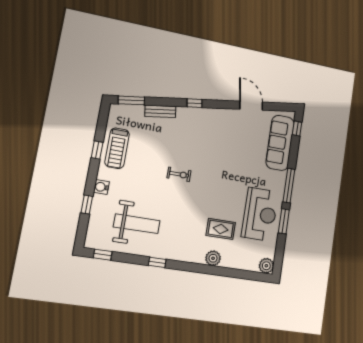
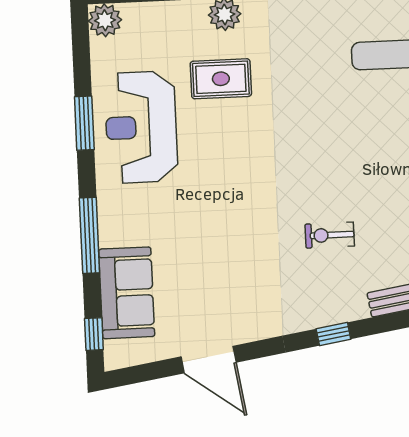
sofa: (280, 143) -> (127, 293), width x0.73
exercise bike: (179, 174) -> (330, 235), moved
window: (289, 186) -> (89, 235), moved

